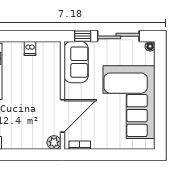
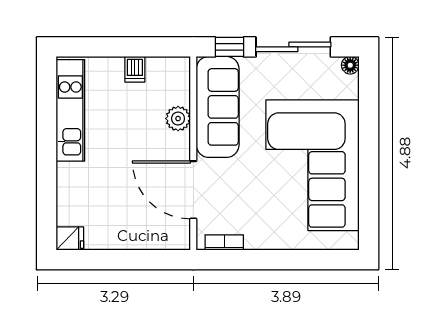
sofa: (76, 62) -> (218, 107), width x1.36
door: (63, 116) -> (193, 190), swing flipped
plant: (54, 142) -> (178, 119), moved

